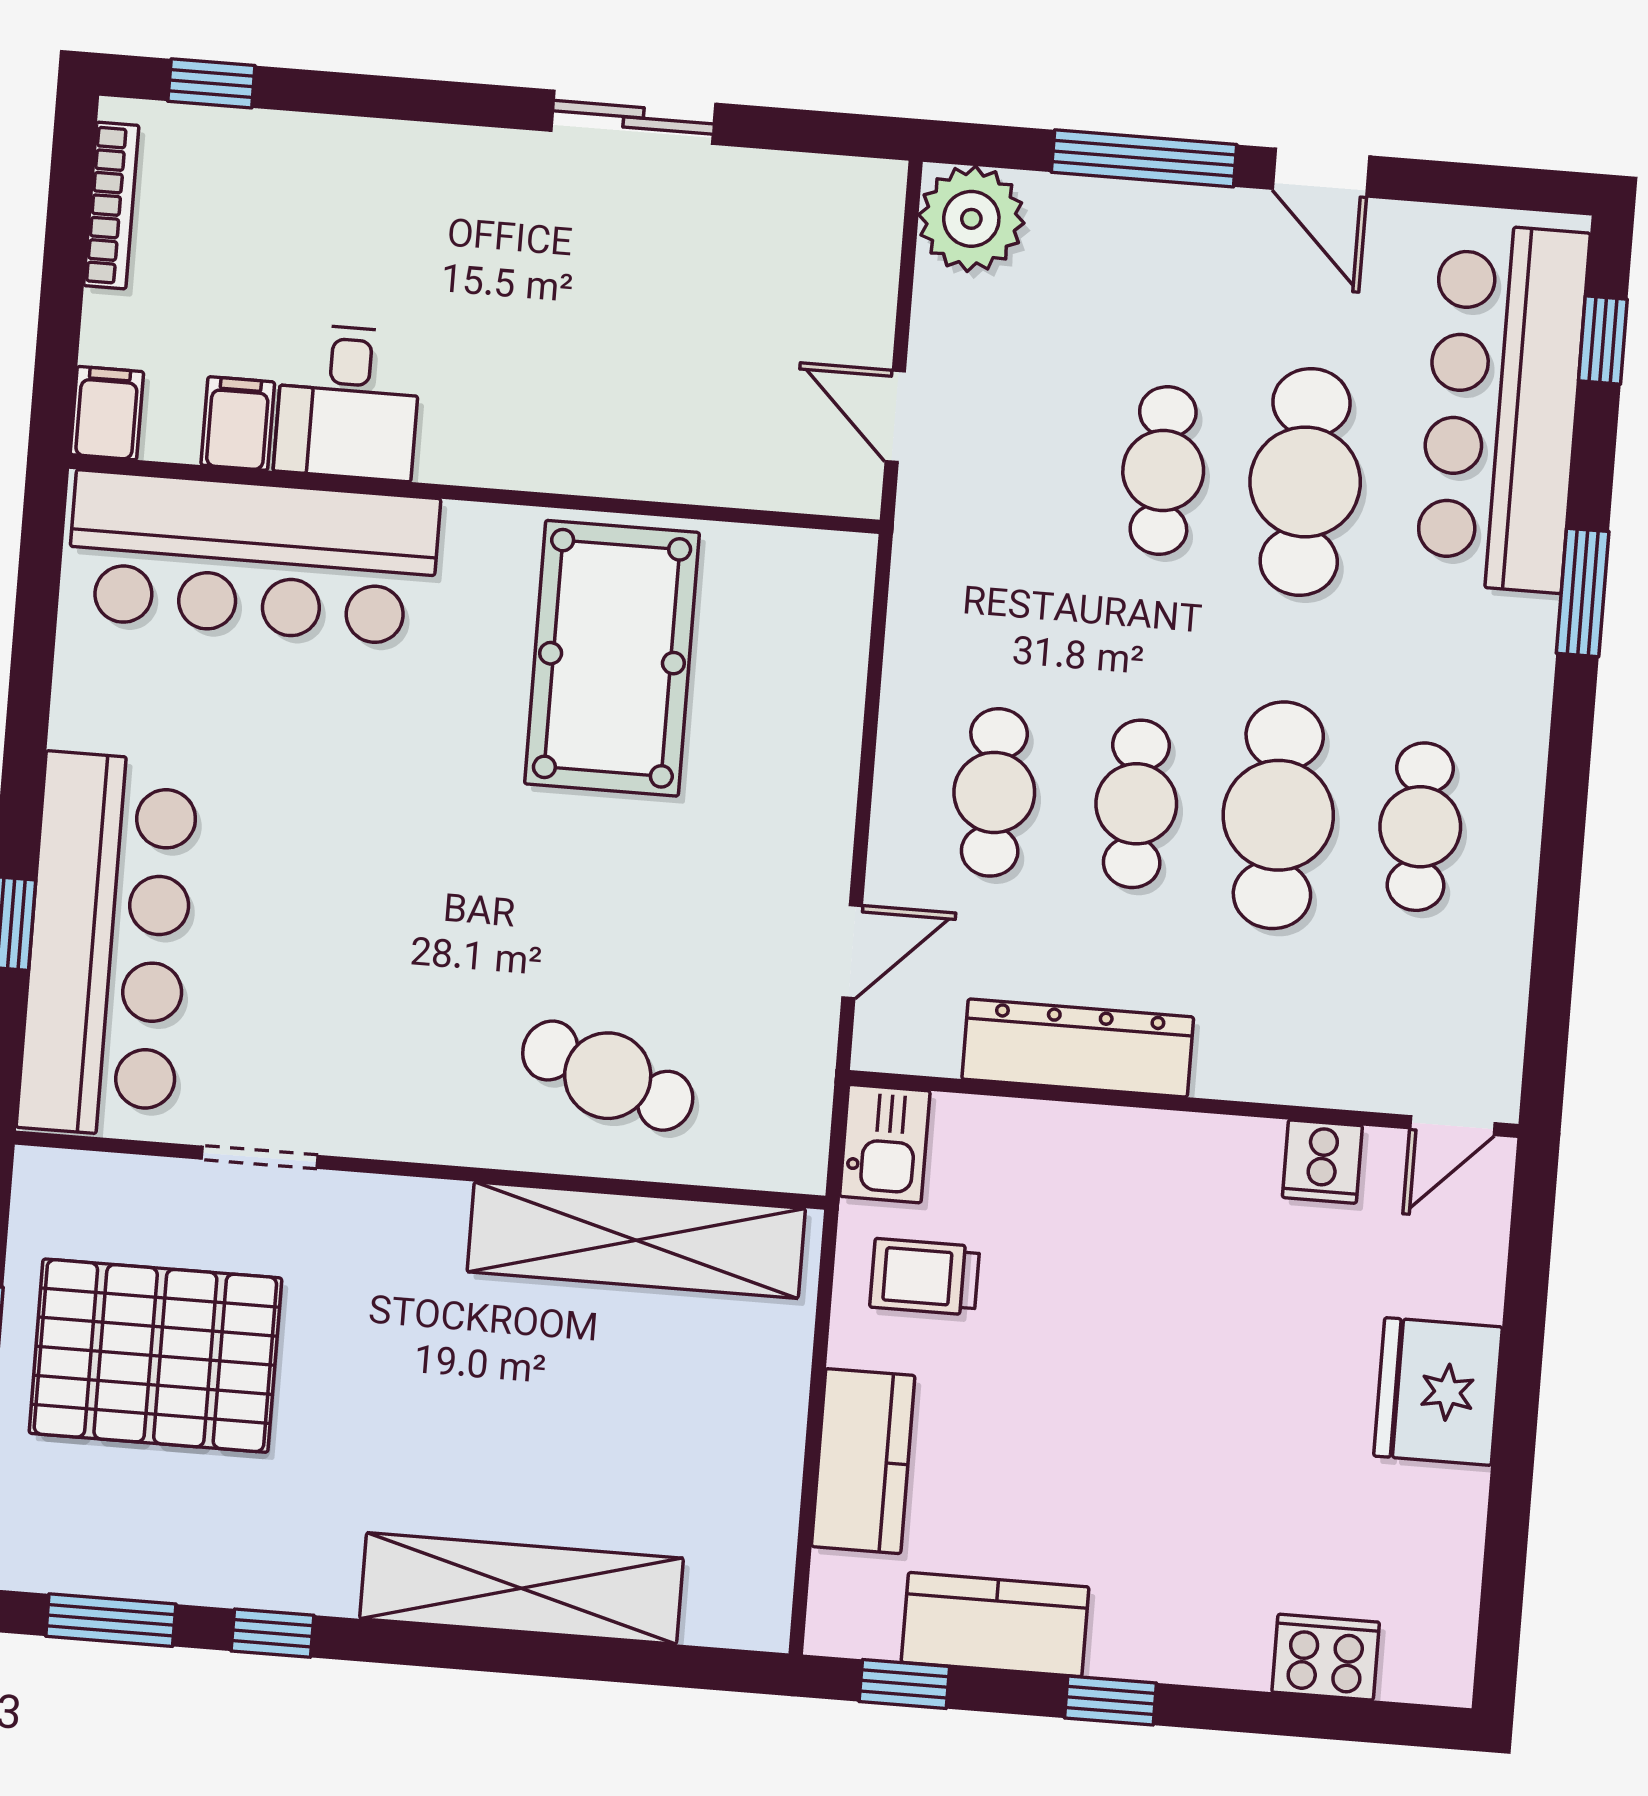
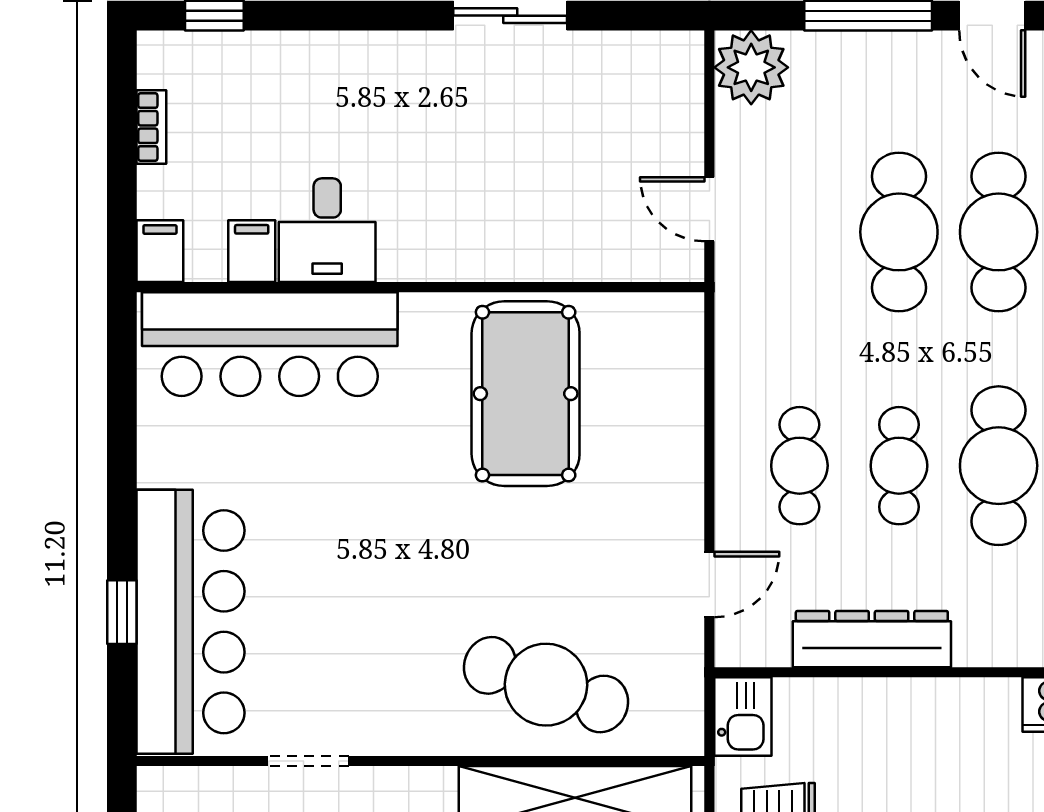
bookcase: (111, 205) -> (151, 127), width x0.64
cafe table: (1163, 471) -> (899, 232), width x1.37, depth x1.35
cafe table: (608, 1076) -> (546, 685), width x1.37, depth x1.35

